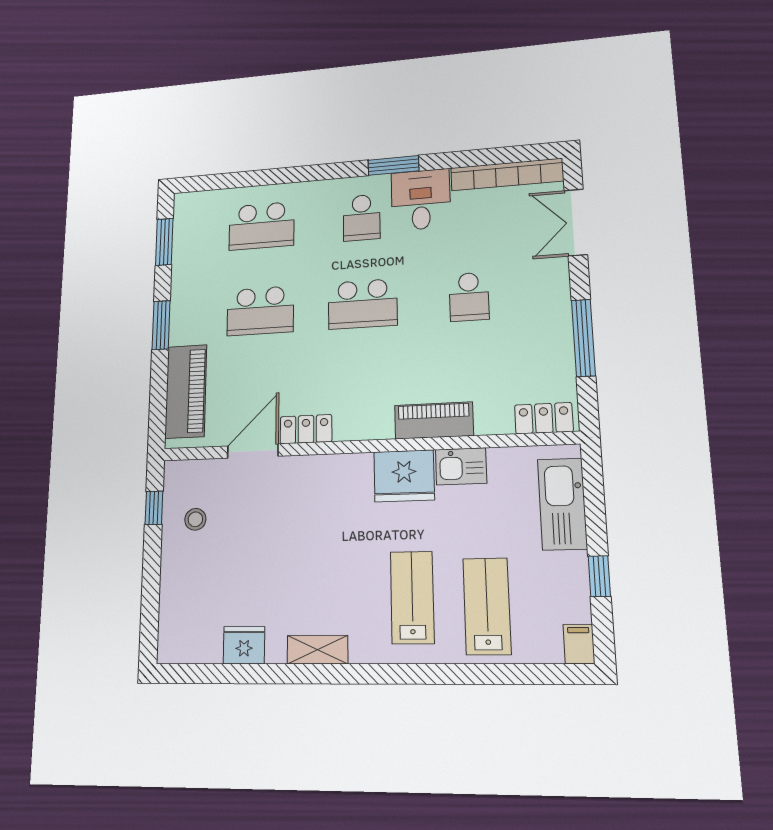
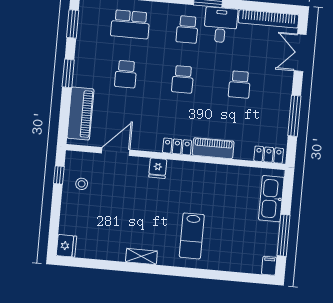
school desk: (363, 304) -> (183, 79), width x0.54
school desk: (260, 311) -> (126, 74), width x0.54
locker: (306, 429) -> (177, 146), moved
kitchen sink: (461, 466) -> (224, 174), removed
fridge: (404, 476) -> (158, 168), moved, width x0.53, depth x0.75
window: (599, 576) -> (283, 235), width x2.17
lab bench: (412, 597) -> (192, 236), turned 180
lab bench: (487, 606) -> (228, 244), removed
fridge: (244, 645) -> (66, 246), moved, turned 90

